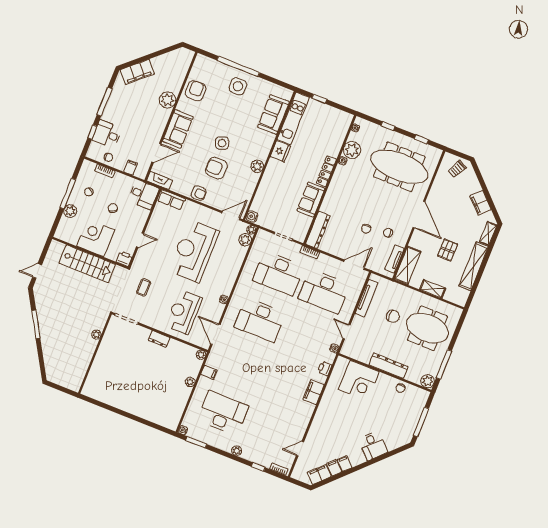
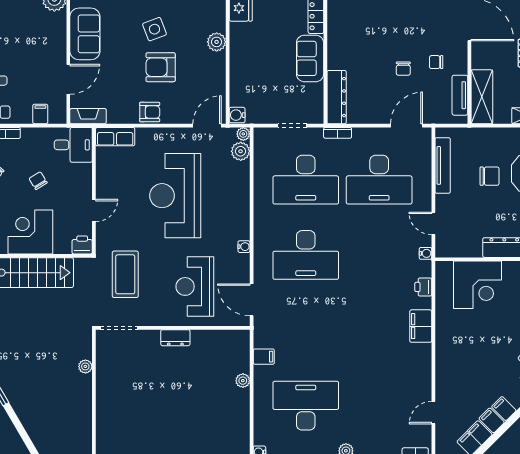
coffee table: (144, 287) -> (125, 274), width x1.86, depth x1.72
plant: (201, 355) -> (243, 337), removed

